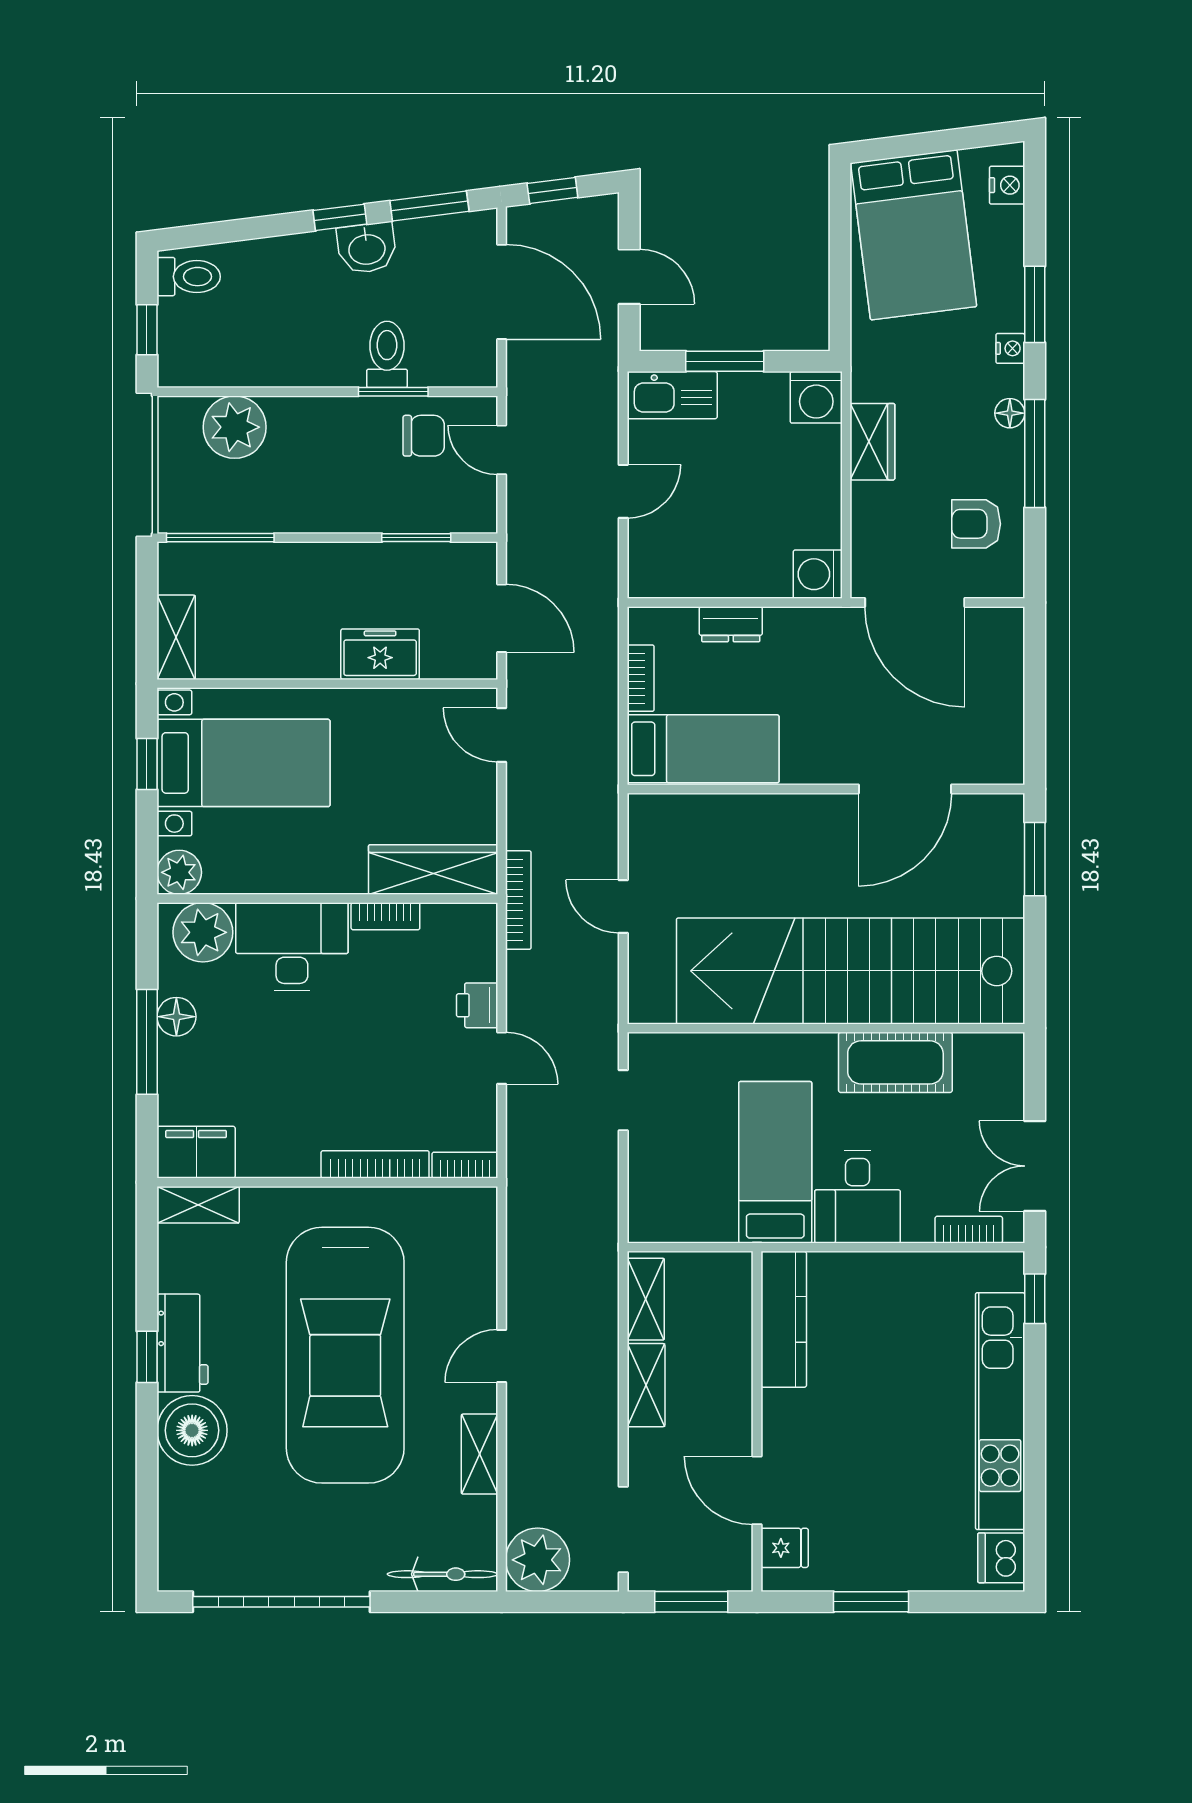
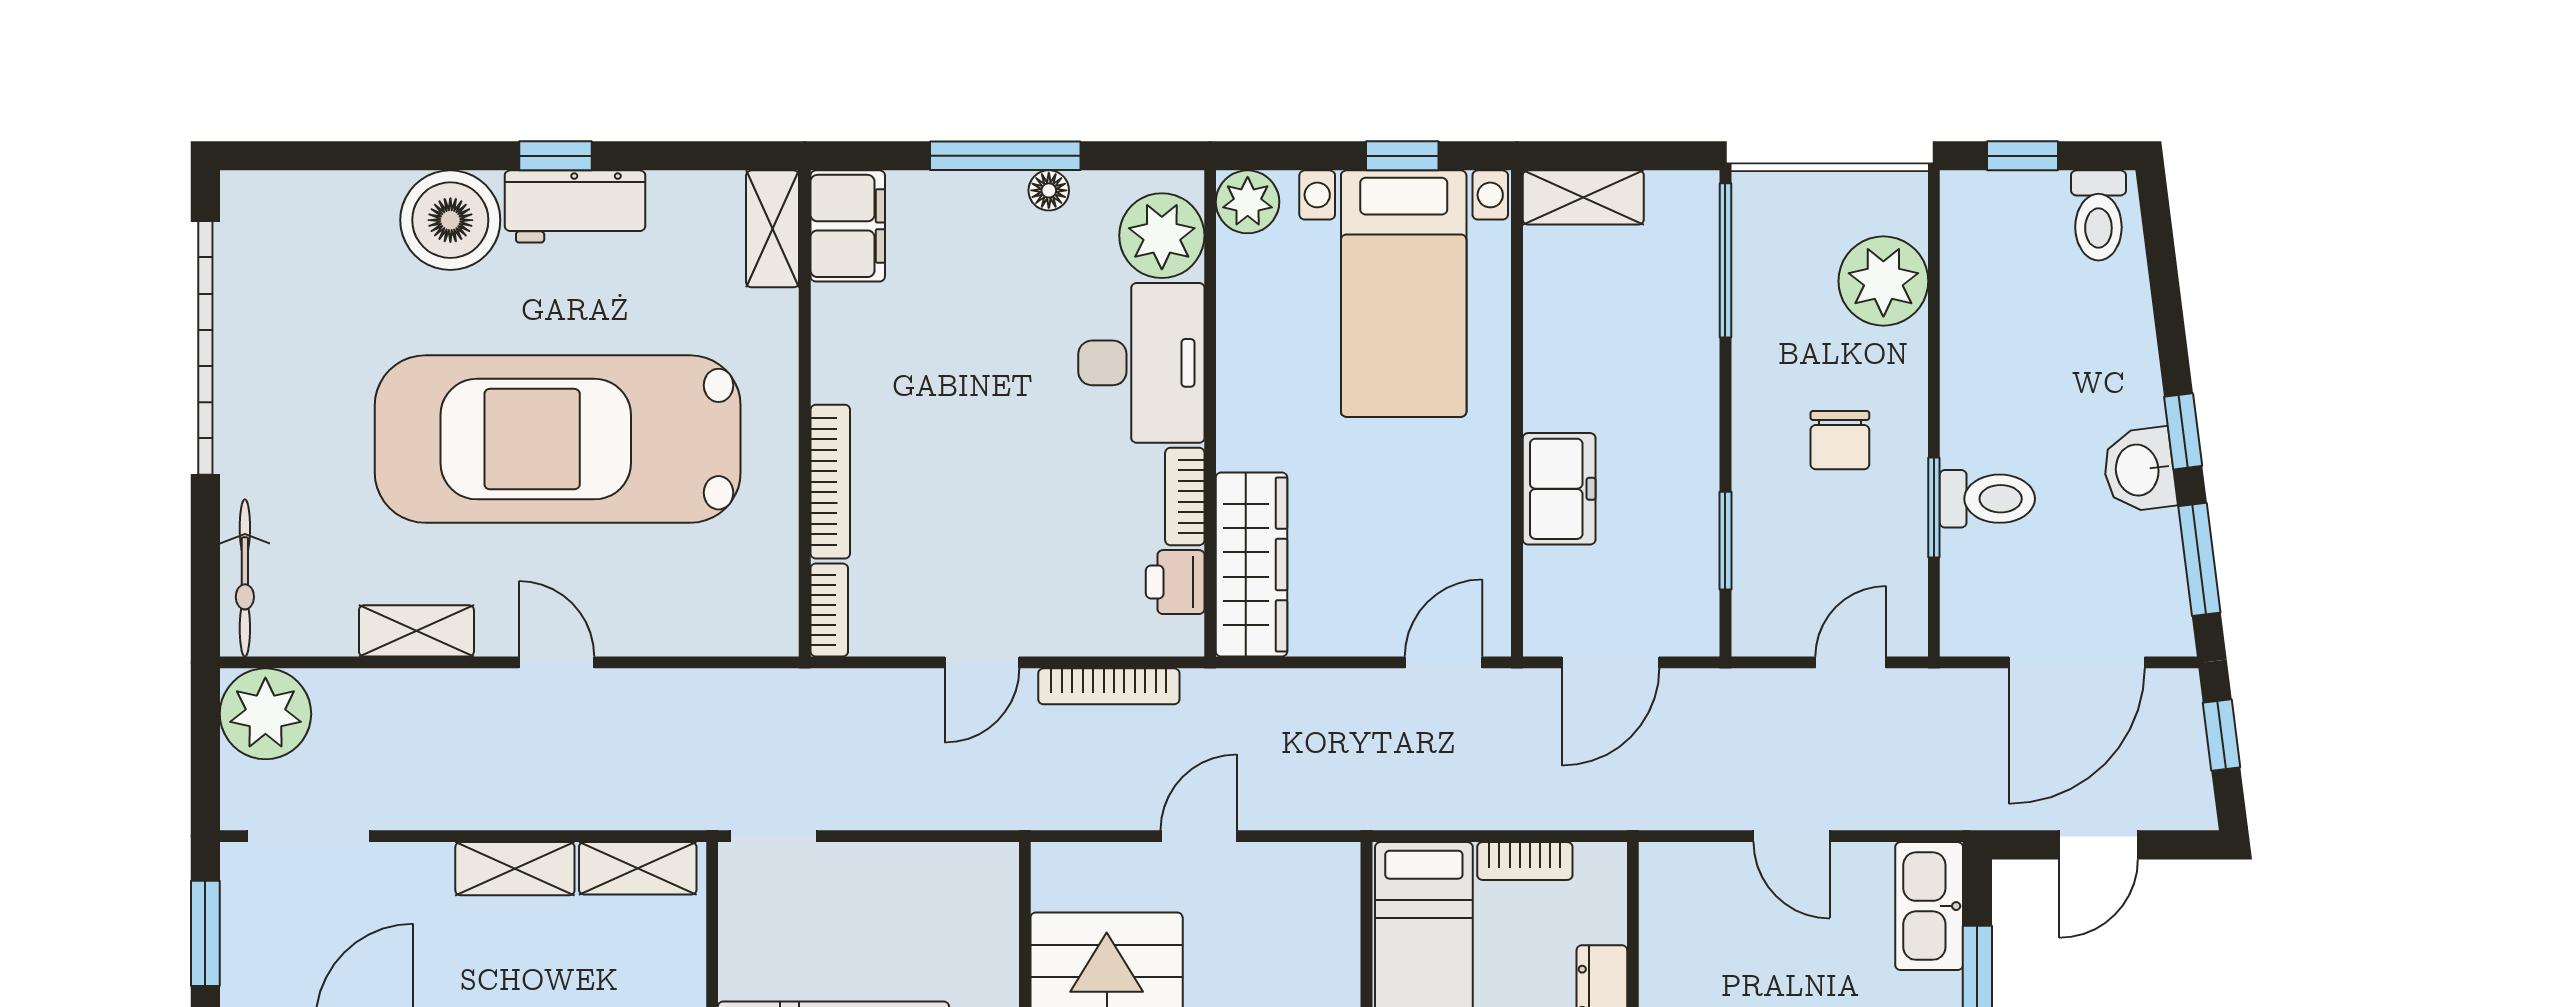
chair: (424, 436) -> (1840, 440), moved
bookcase: (518, 900) -> (1109, 686), moved
printer: (477, 1005) -> (1175, 582), moved, turned -90
floor lamp: (176, 1017) -> (1049, 190), width x0.73, depth x0.73
doorway: (623, 1100) -> (774, 836), moved

